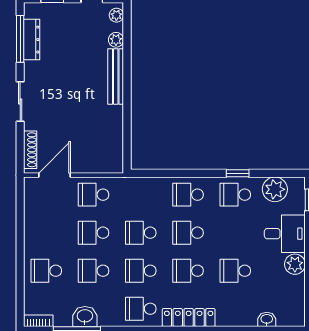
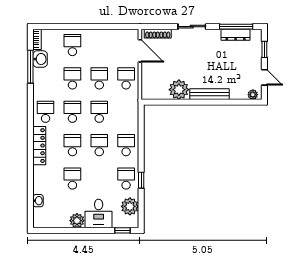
plant: (116, 40) -> (179, 90), moved, width x1.87, depth x1.87
washbasin: (85, 316) -> (40, 59), moved

